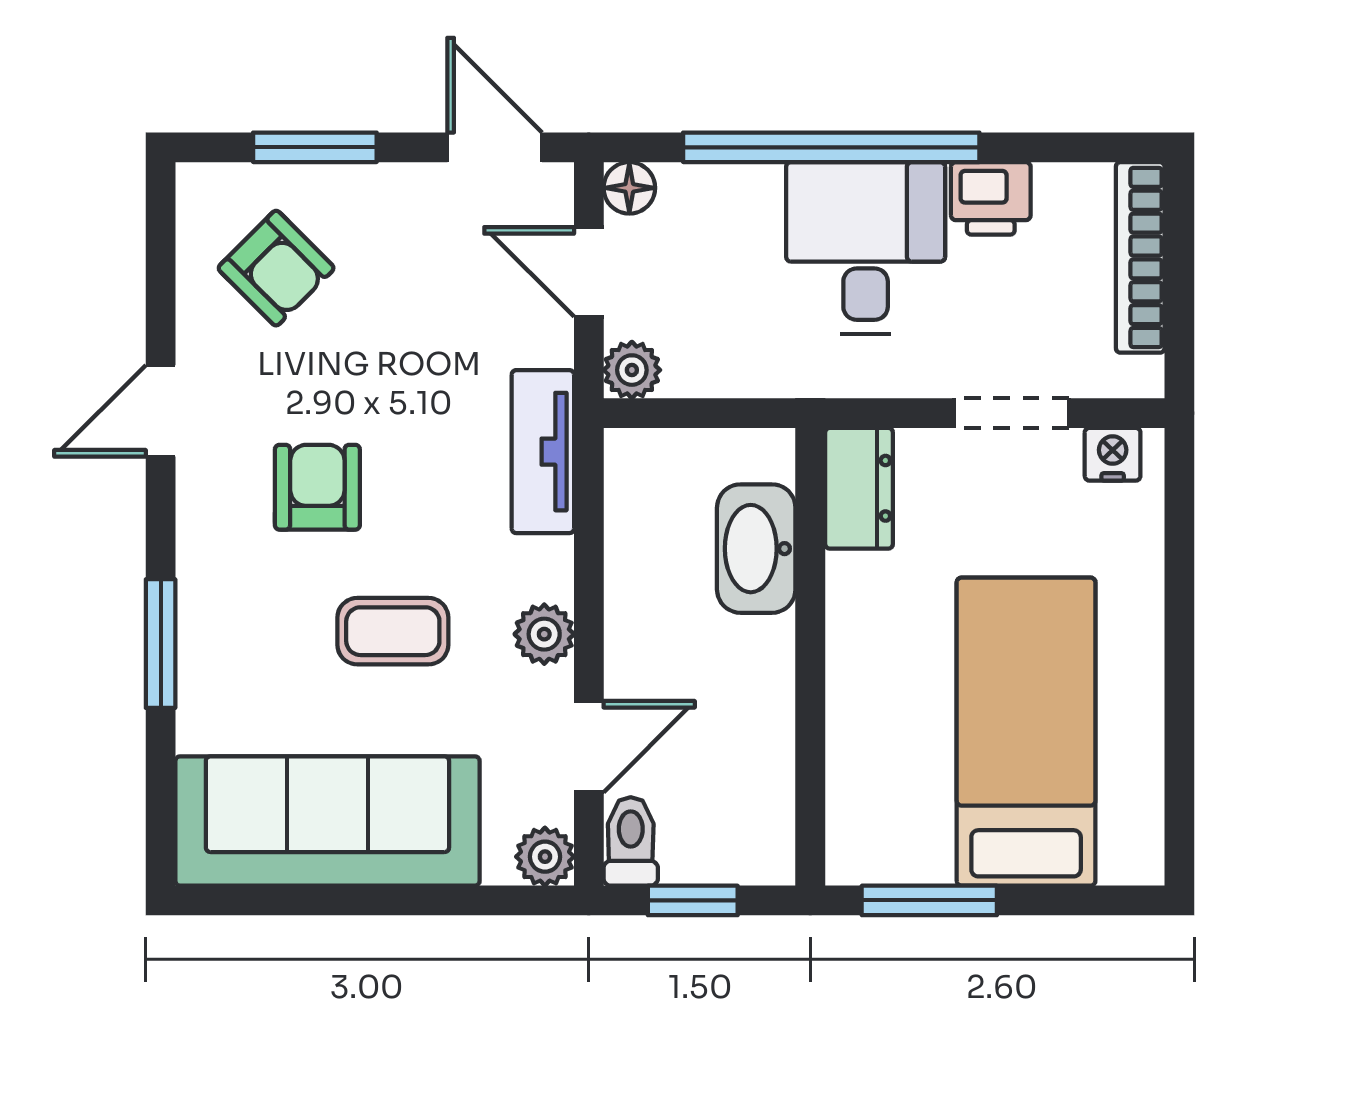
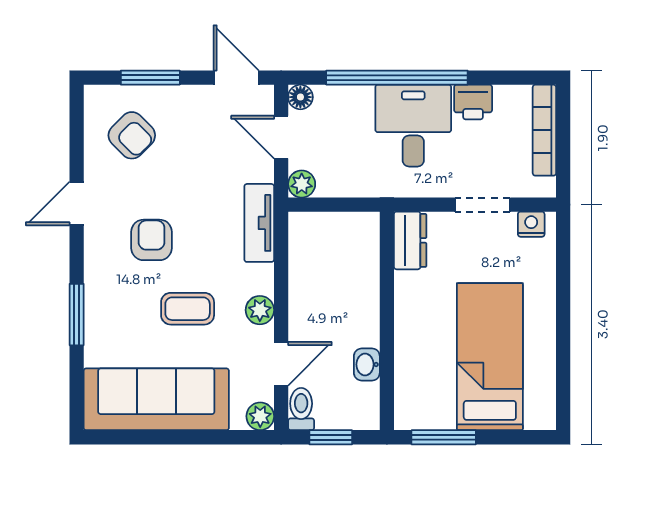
washbasin: (756, 549) -> (367, 364), moved, width x0.52, depth x0.69

